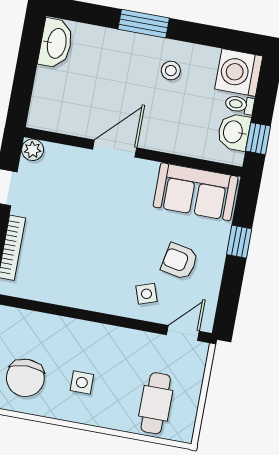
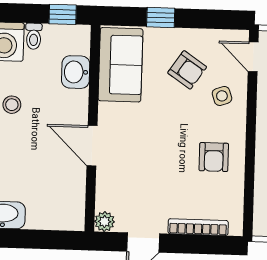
washbasin: (234, 132) -> (76, 72), moved, turned 90
armchair: (180, 261) -> (187, 70), turned -67
armchair: (83, 275) -> (214, 157), added

